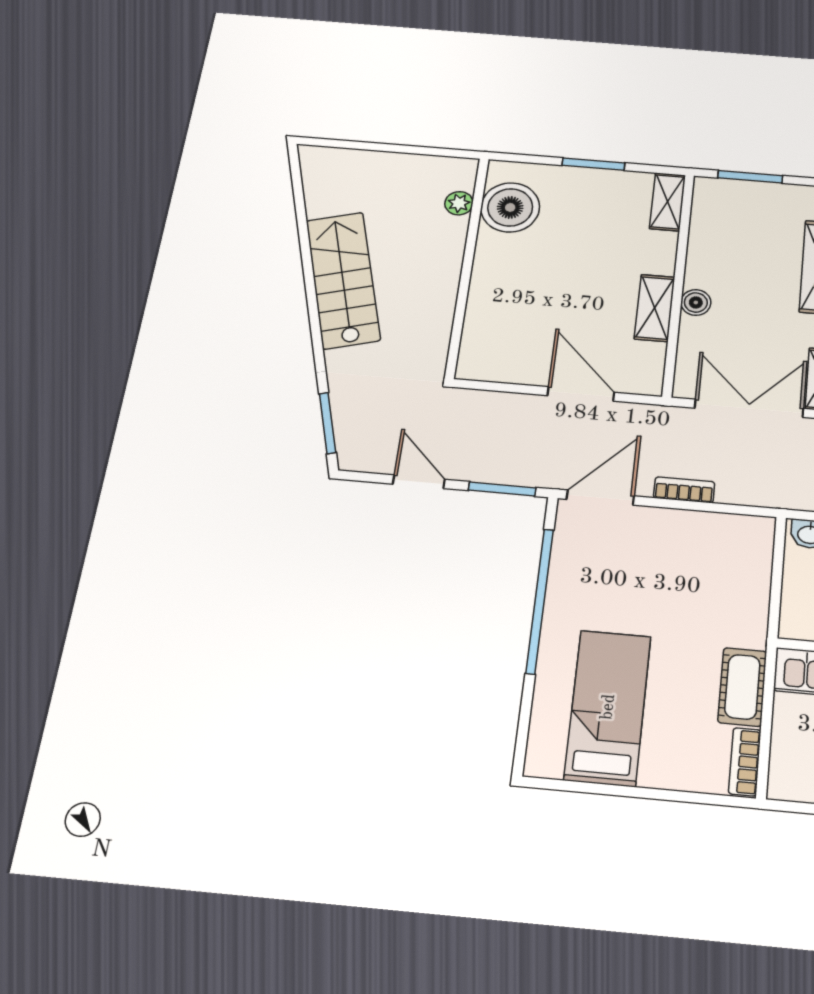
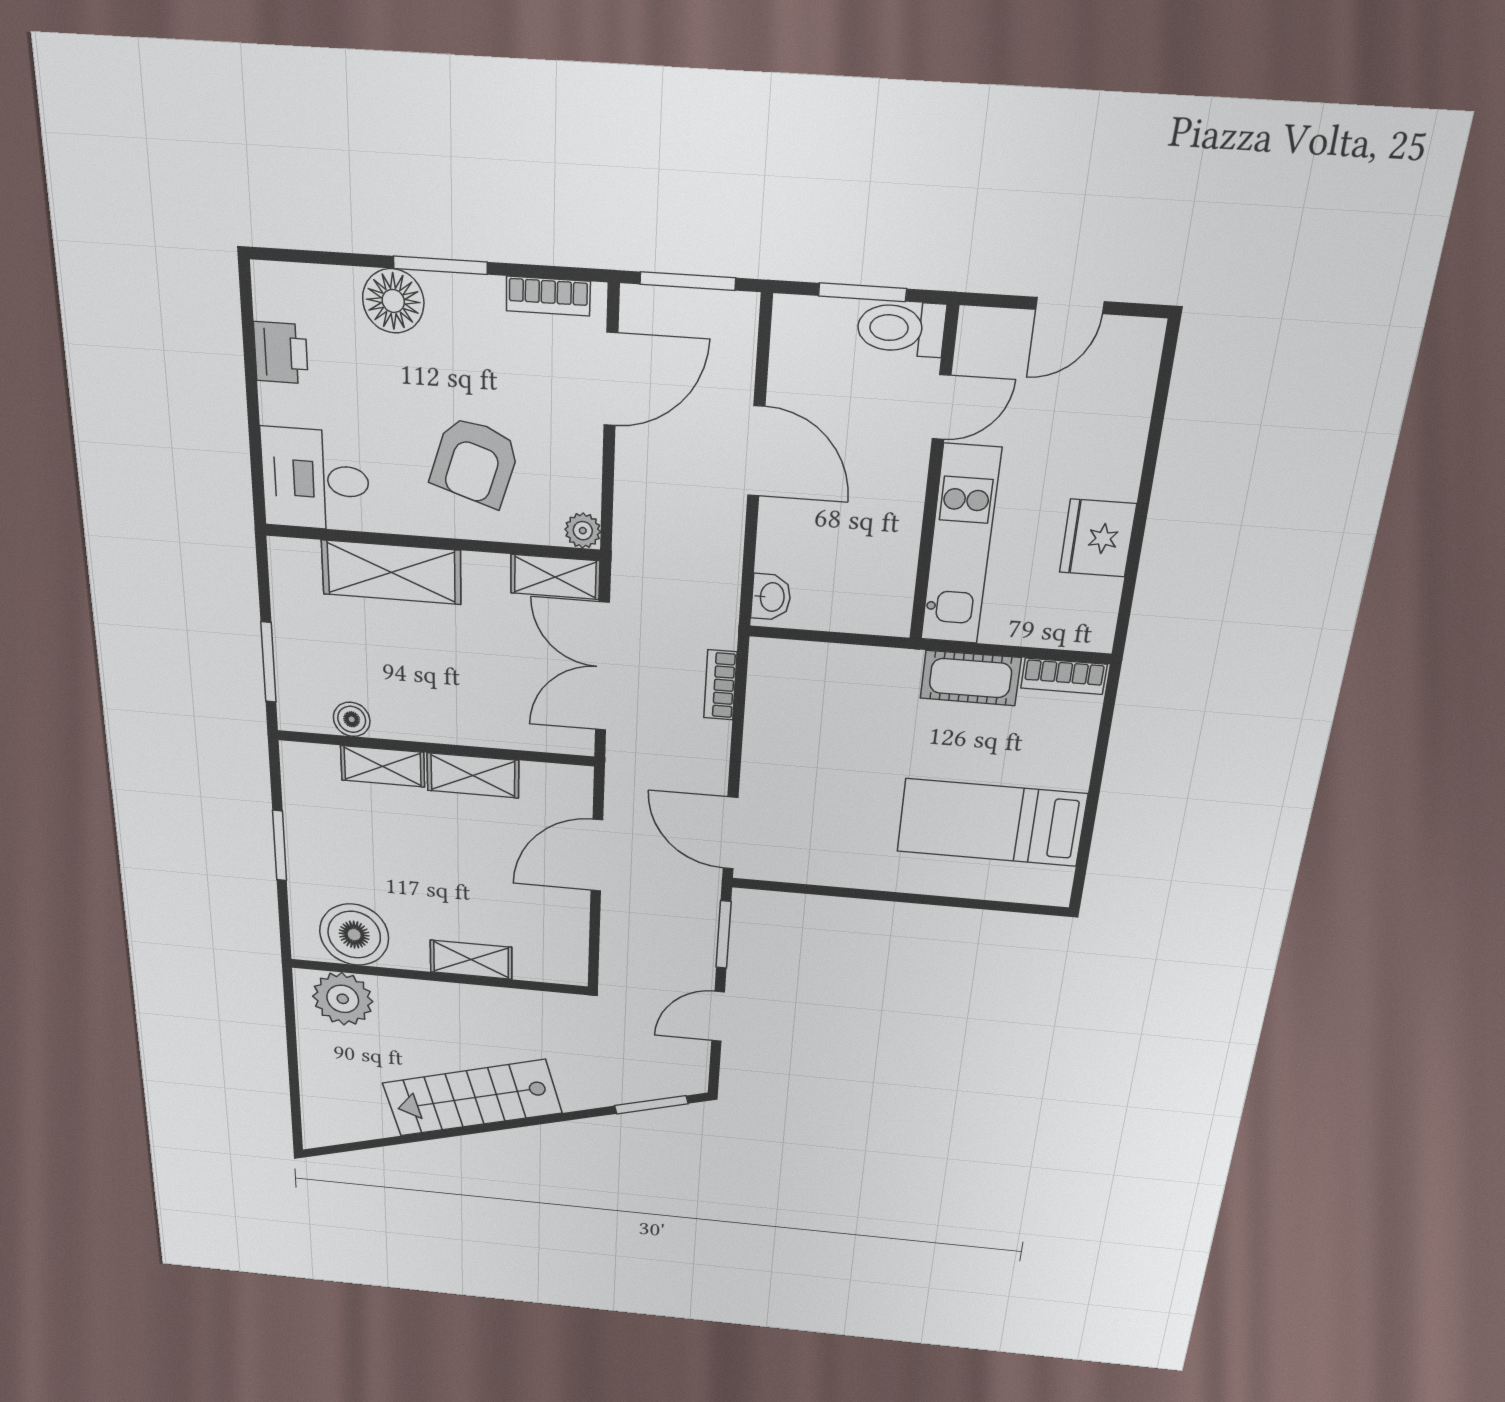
shelving: (668, 202) -> (383, 766), moved
plant: (459, 203) -> (343, 999), width x1.87, depth x1.87
shelving: (483, 292) -> (471, 960), added
boiler: (696, 302) -> (352, 719), moved
bookcase: (684, 490) -> (720, 685), moved
window: (540, 601) -> (861, 894), removed

